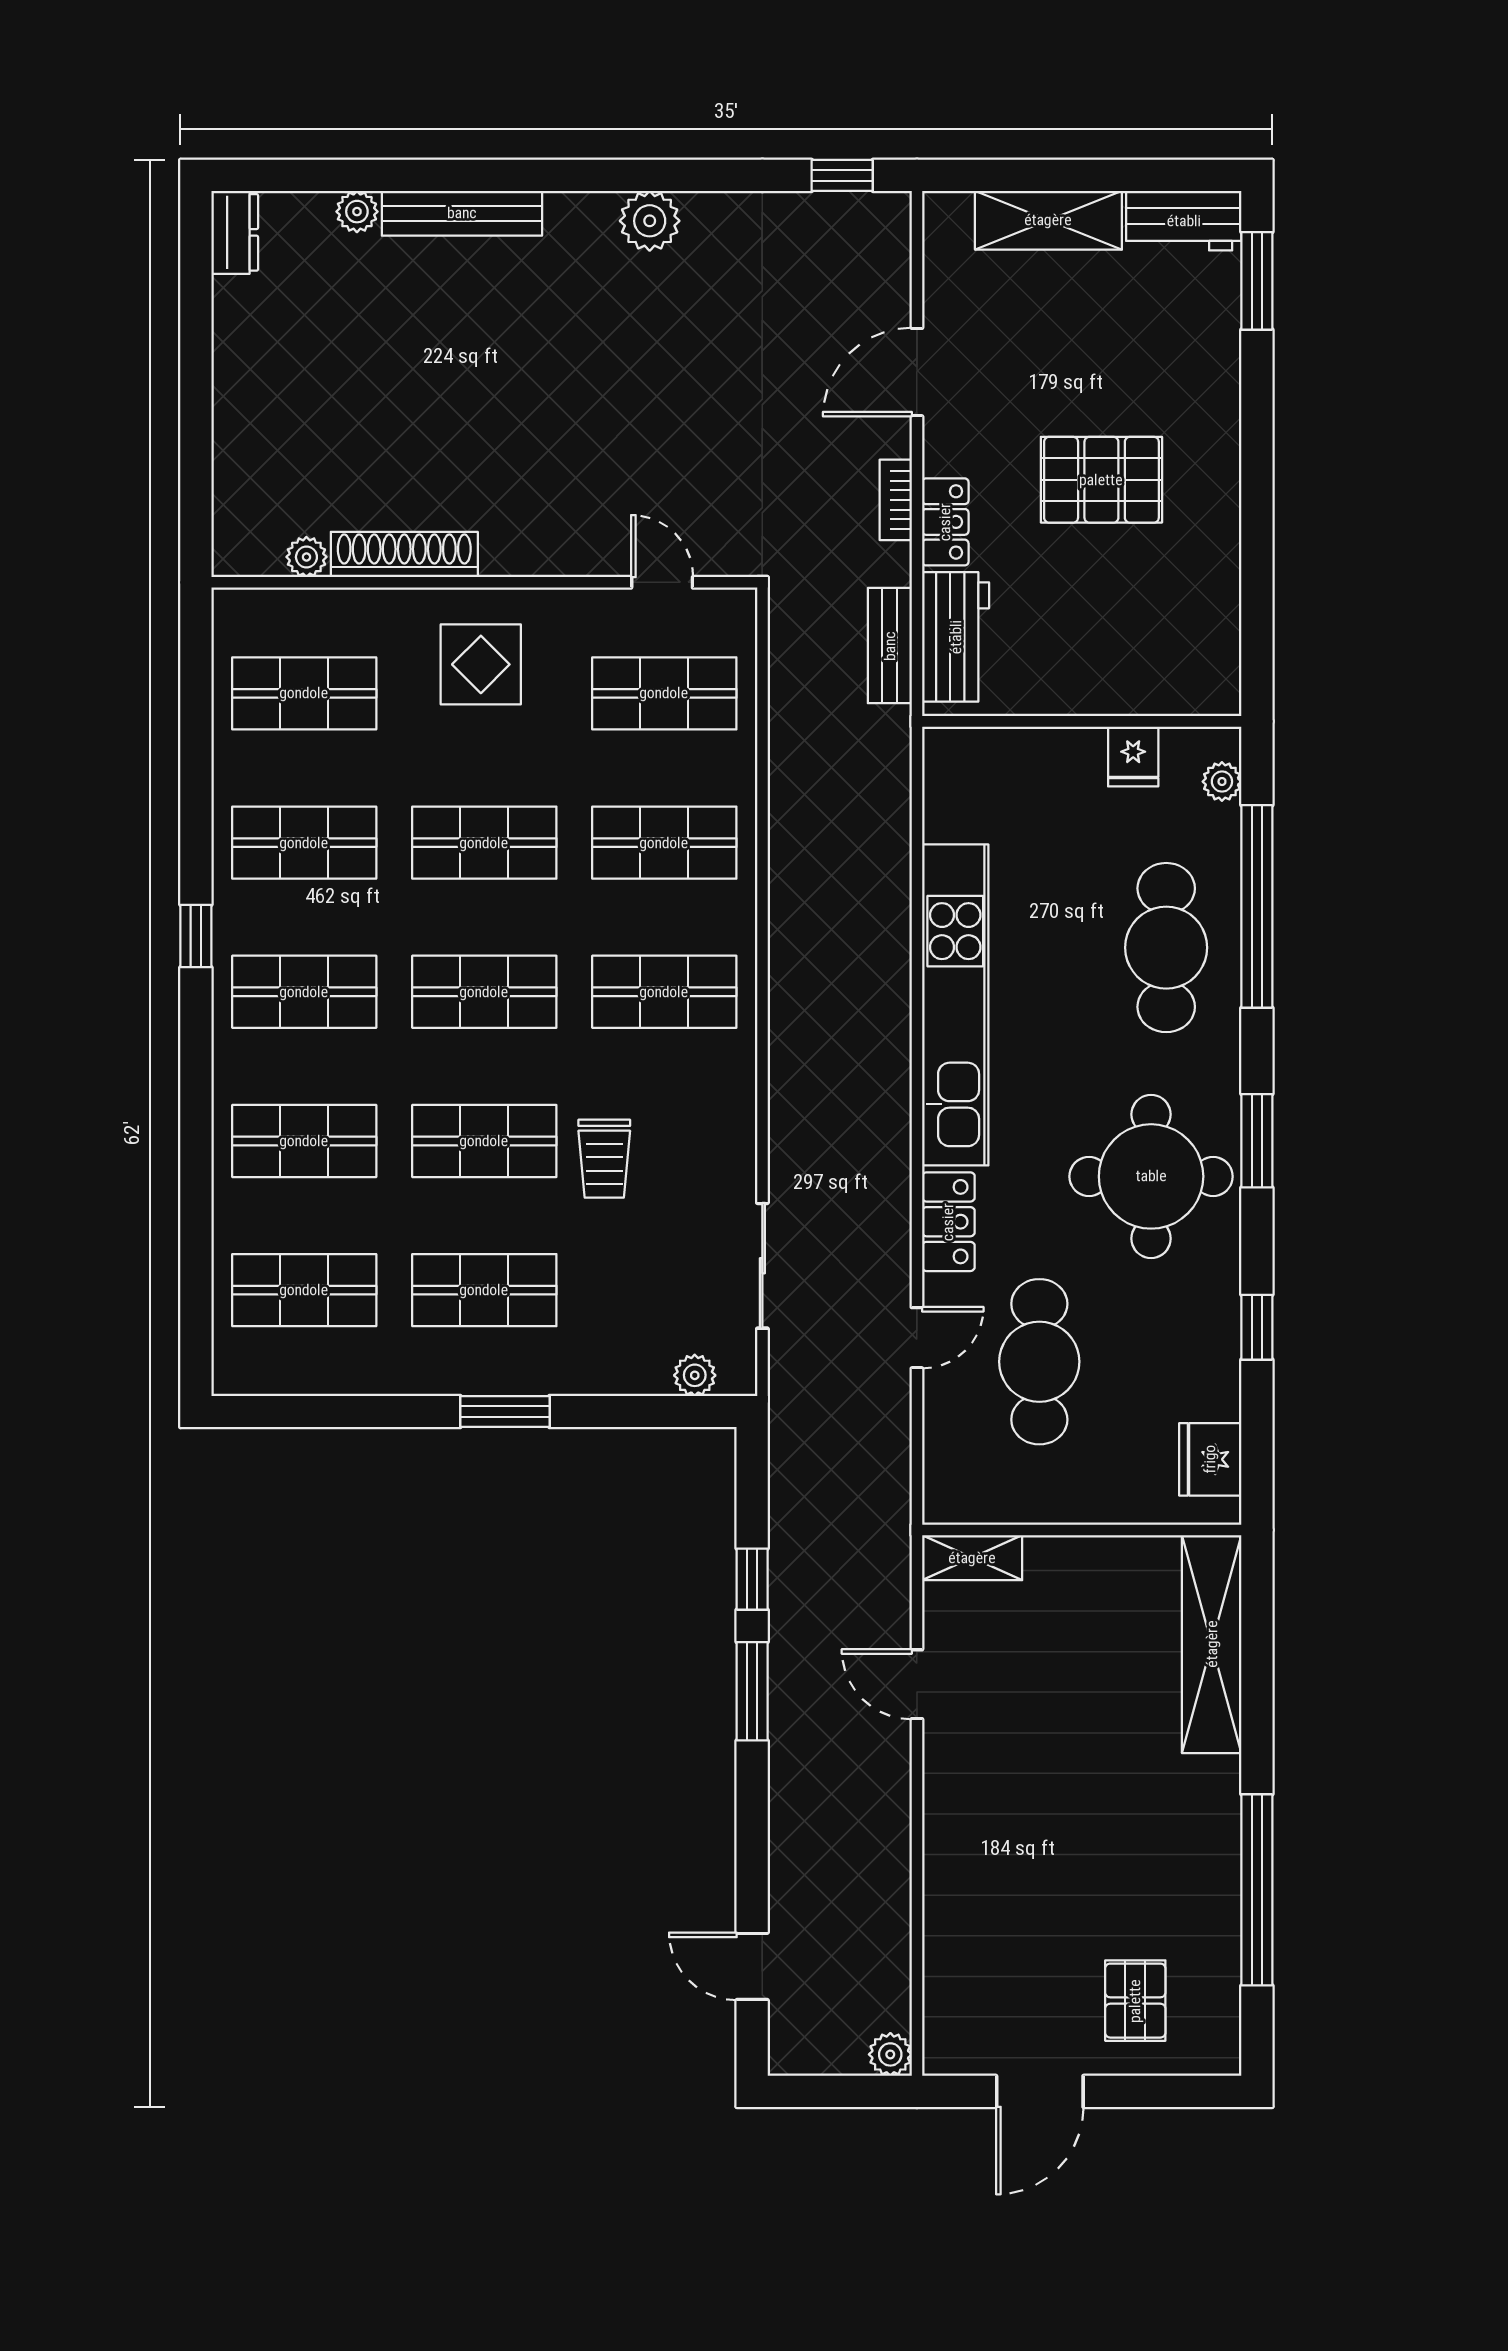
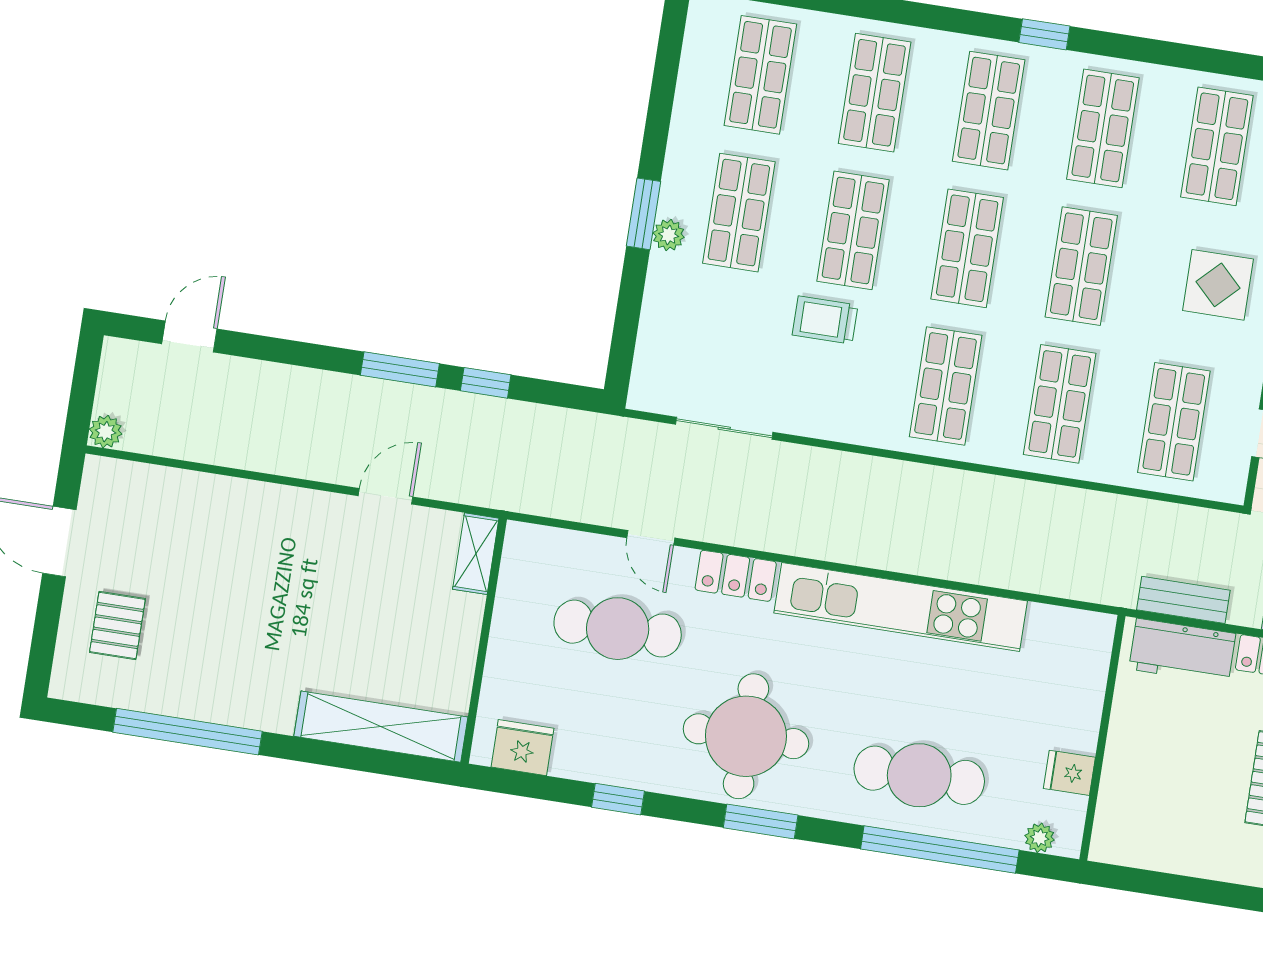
plant: (695, 1375) -> (669, 235), moved
pallet: (1135, 2001) -> (117, 625), turned 90

